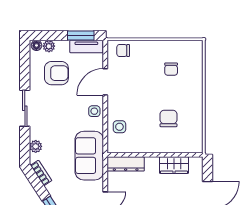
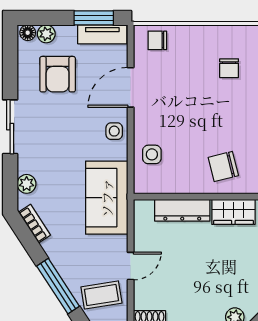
armchair: (56, 73) -> (58, 74), turned 90
chair: (168, 119) -> (223, 166), moved, turned -104
dresser: (126, 164) -> (182, 210), moved

